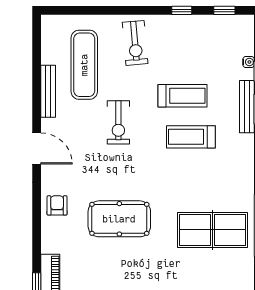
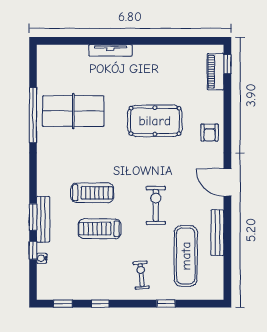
window: (107, 10) -> (166, 304), added
exercise bike: (135, 43) -> (141, 275), width x0.73, depth x0.72

